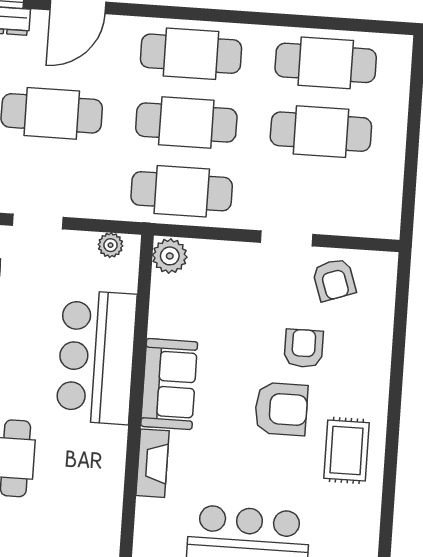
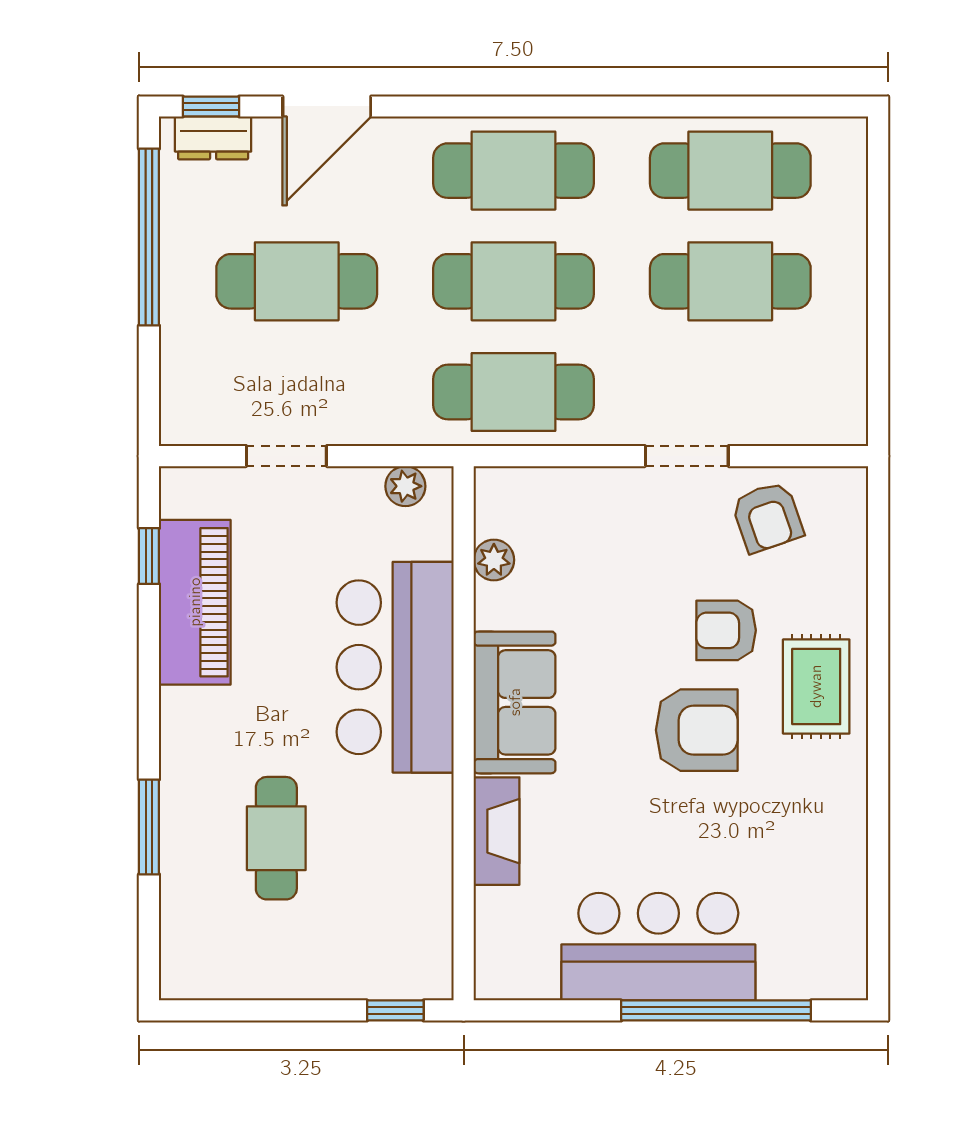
plant: (170, 256) -> (494, 560), moved, width x0.73, depth x0.73
armchair: (304, 348) -> (726, 630), turned -90
rug: (347, 450) -> (816, 686), moved

